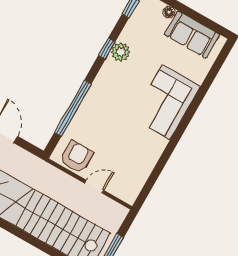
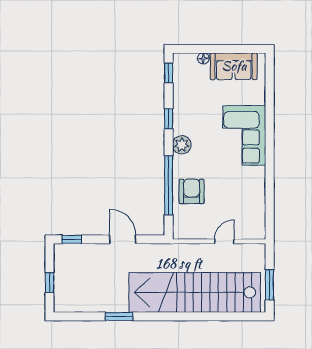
plant: (121, 52) -> (182, 145), moved
armchair: (77, 157) -> (192, 191), moved

